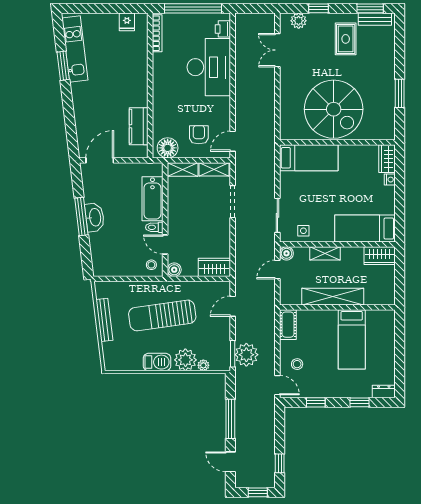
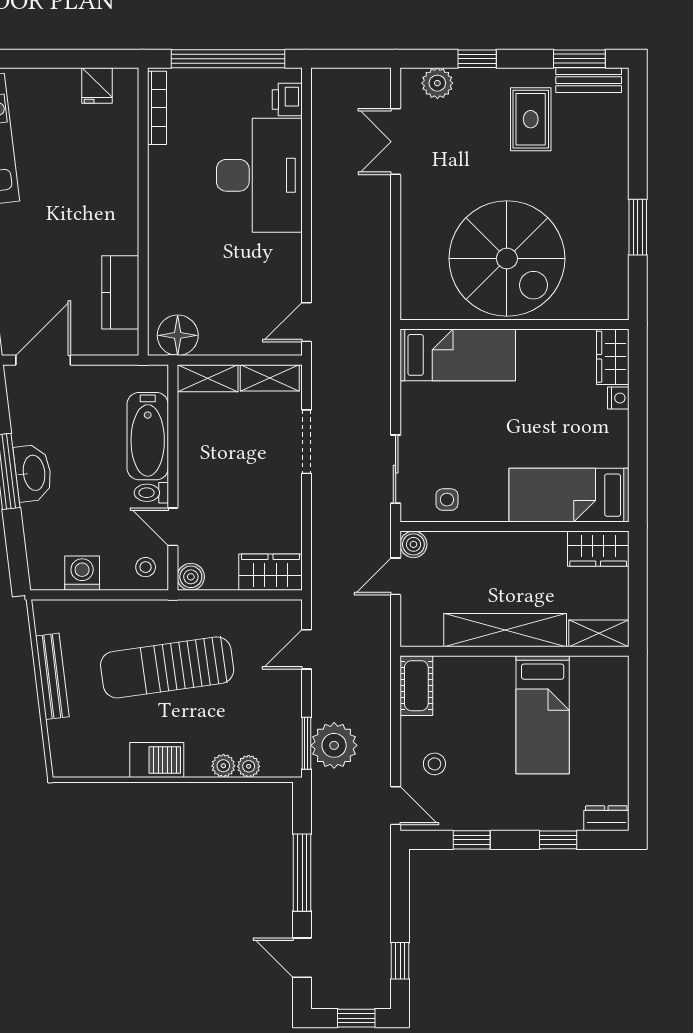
armchair: (199, 135) -> (240, 309), removed
shelving: (325, 253) -> (599, 633), moved
washing machine: (119, 268) -> (82, 573), added
plant: (185, 360) -> (223, 766), width x0.53, depth x0.53

